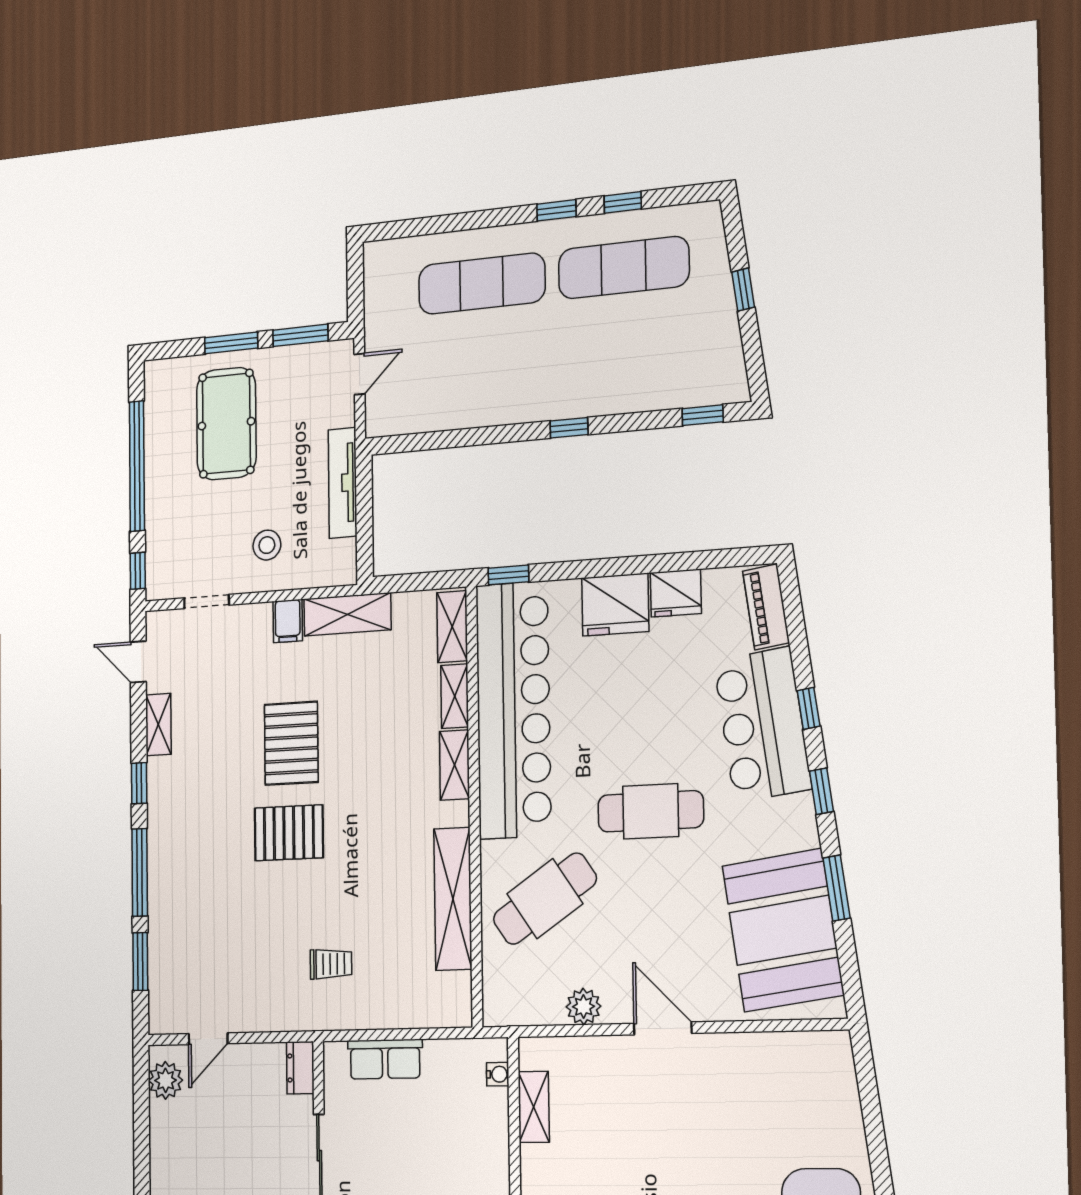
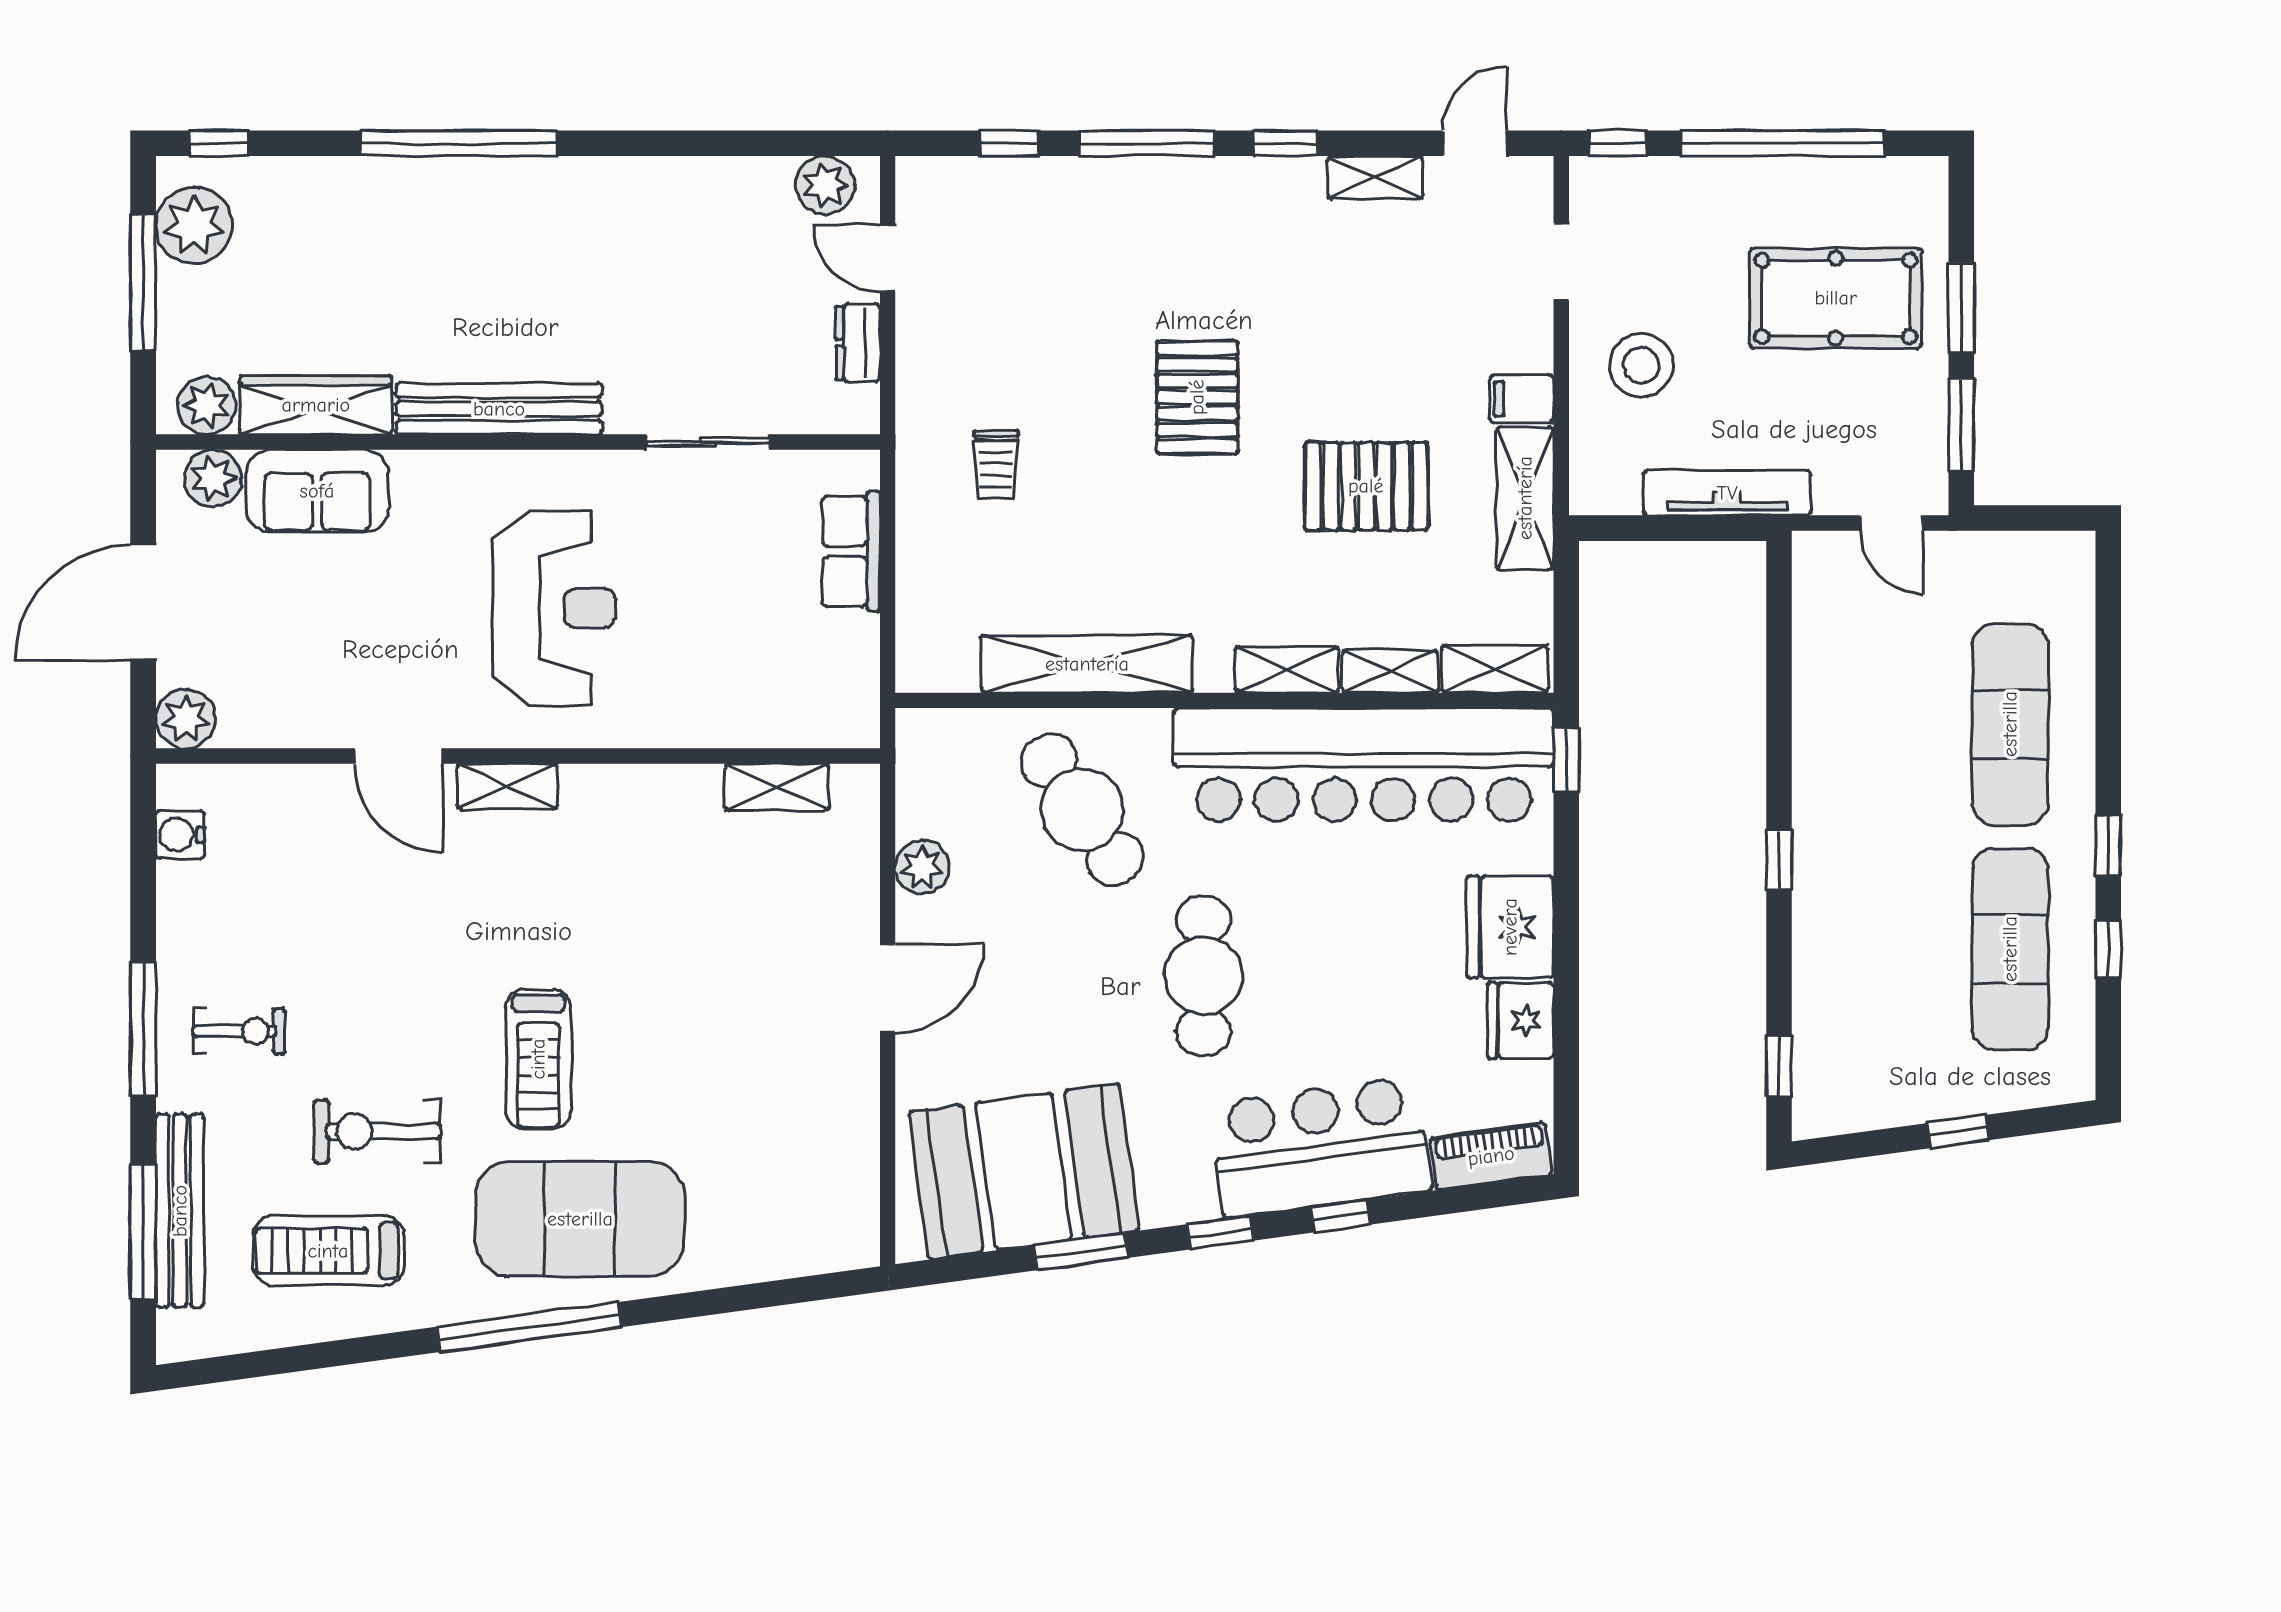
stool: (267, 545) -> (1641, 365), width x1.38, depth x1.38
pallet: (291, 743) -> (1366, 486), moved
window: (140, 962) -> (1009, 143), width x0.67
dresser: (300, 1068) -> (858, 343), moved, turned -90
water cooler: (498, 1074) -> (826, 731), removed

